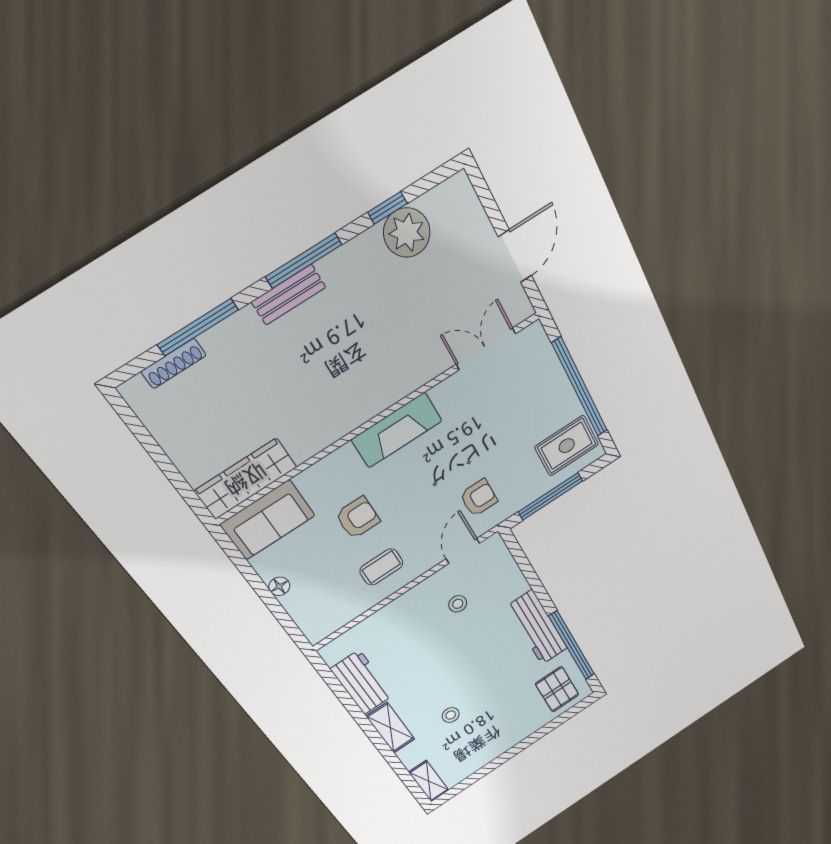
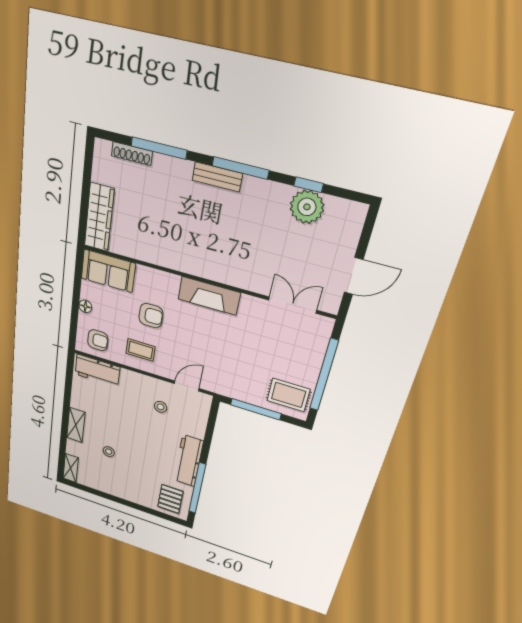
wardrobe: (246, 479) -> (99, 217), moved, turned 90
armchair: (479, 498) -> (98, 340), moved
workbench: (362, 682) -> (97, 371), moved, turned 90

